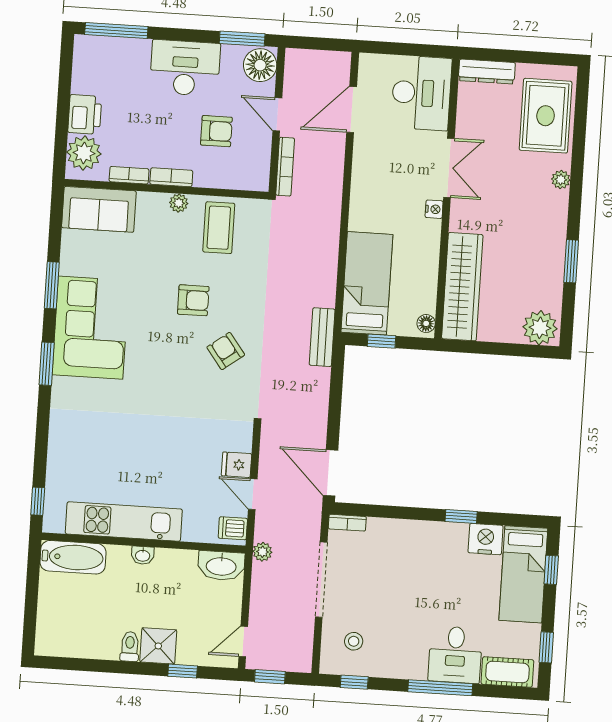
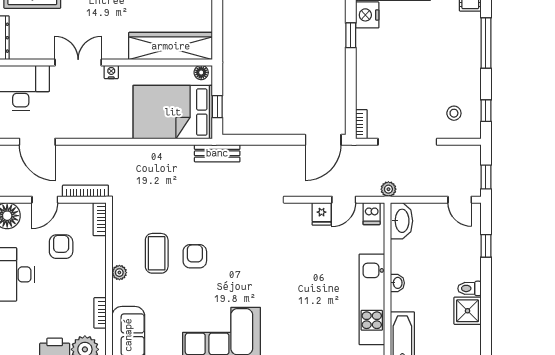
bookcase: (171, 177) -> (100, 219), moved
coffee table: (219, 228) -> (157, 253), moved, turned 90
bed: (367, 283) -> (173, 112), width x1.50
armchair: (226, 351) -> (233, 228), removed
shower: (158, 646) -> (468, 311), moved
desk: (455, 655) -> (459, 33), removed

